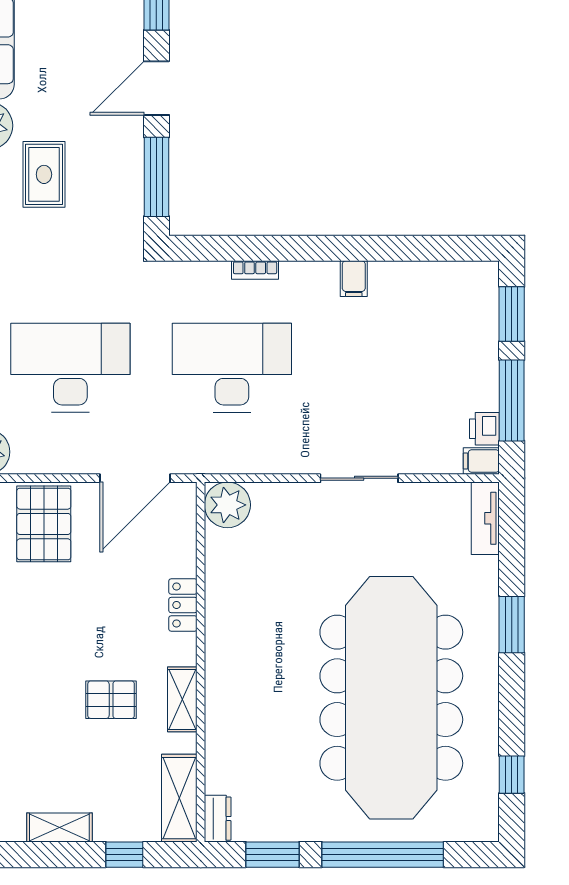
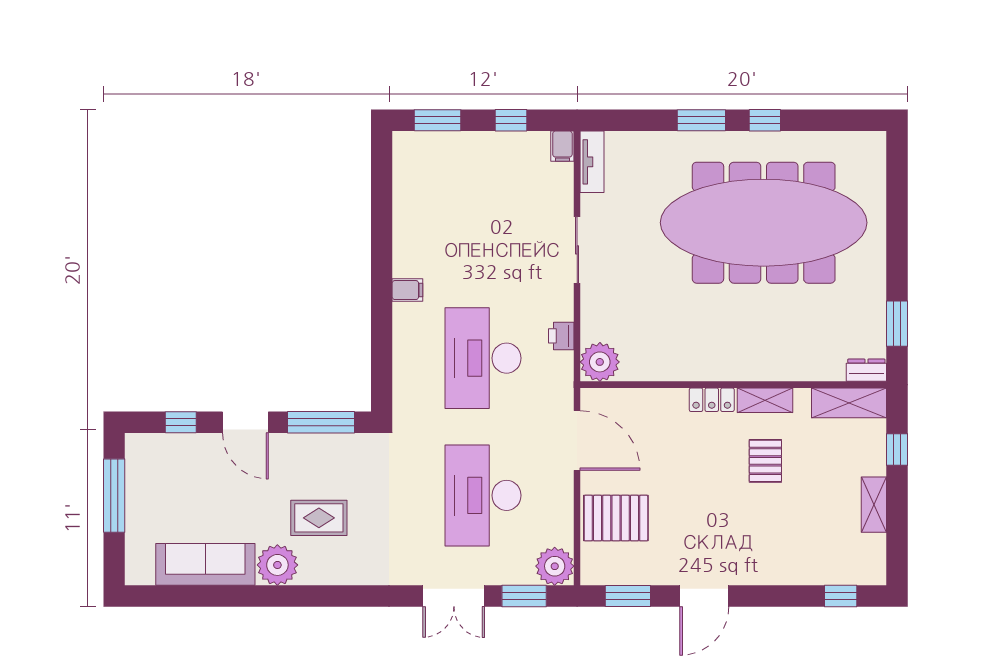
bookcase: (255, 270) -> (400, 338), removed
filing cabinet: (354, 279) -> (407, 290), moved
window: (512, 400) -> (511, 120), width x0.46
printer: (484, 429) -> (561, 336), moved, turned 90
tv unit: (485, 518) -> (592, 162), moved, turned -90
locker: (183, 605) -> (712, 400), moved
window: (512, 775) -> (765, 120), moved
window: (383, 855) -> (897, 230), removed

